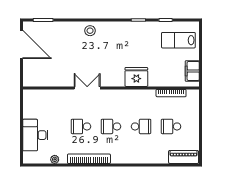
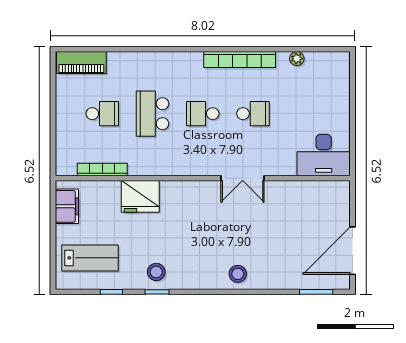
stool: (139, 32) -> (156, 272), added
door: (21, 45) -> (352, 251), hinge flipped
fridge: (136, 77) -> (140, 196), moved
school desk: (111, 126) -> (203, 114), turned 180
school desk: (141, 126) -> (153, 114), width x1.85
desk: (35, 135) -> (324, 155), moved, turned 90

